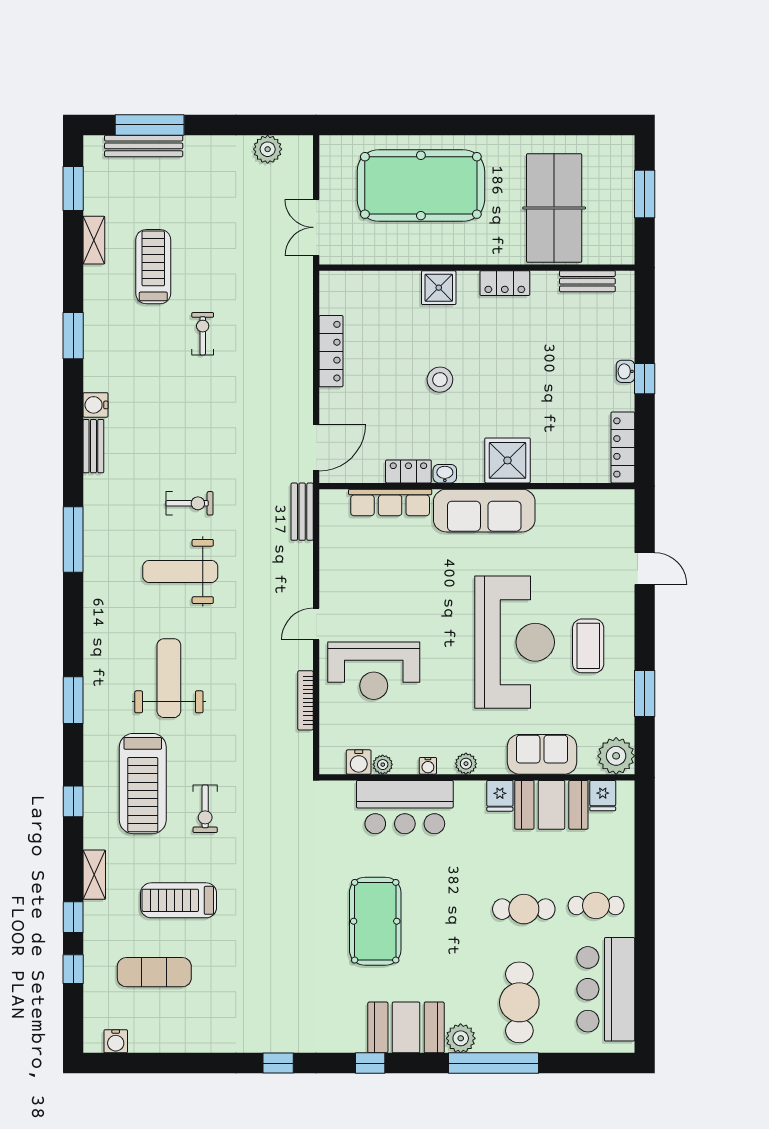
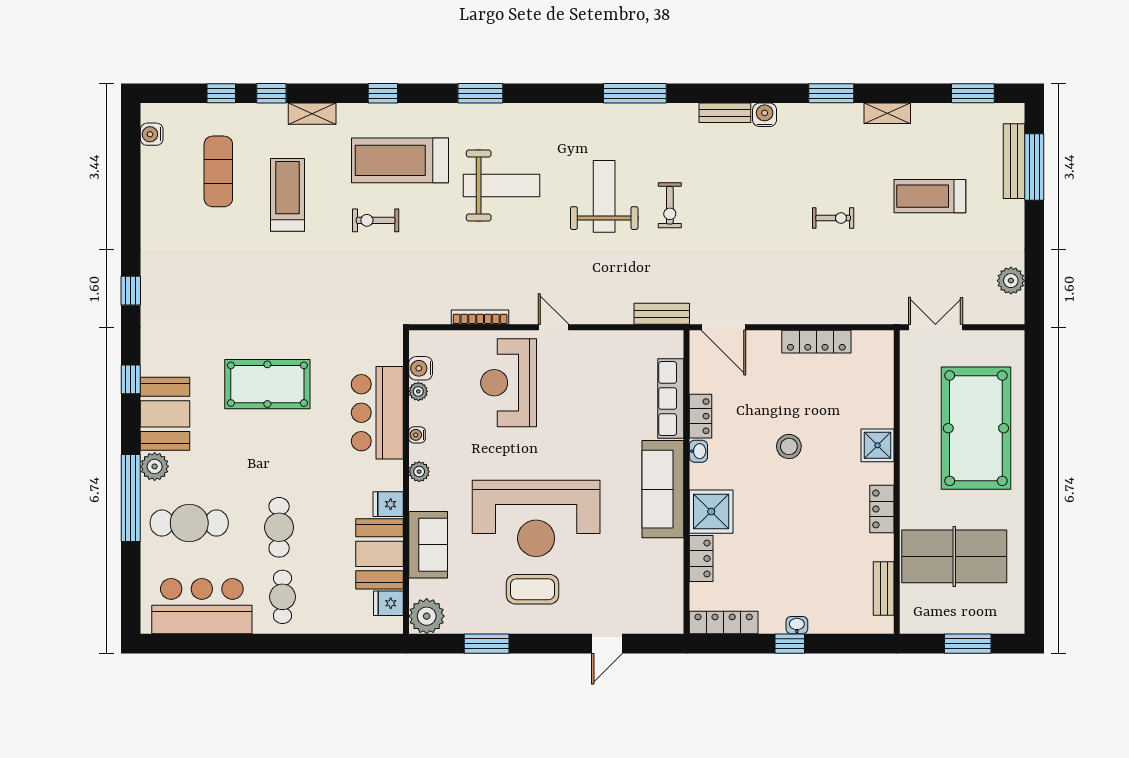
shelving: (94, 240) -> (887, 113), moved
treadmill: (153, 267) -> (930, 196), moved, turned 180
locker: (556, 471) -> (701, 558), added

